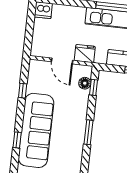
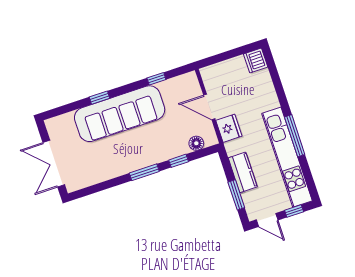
door: (62, 61) -> (209, 107), hinge flipped
window: (93, 87) -> (179, 161), moved

